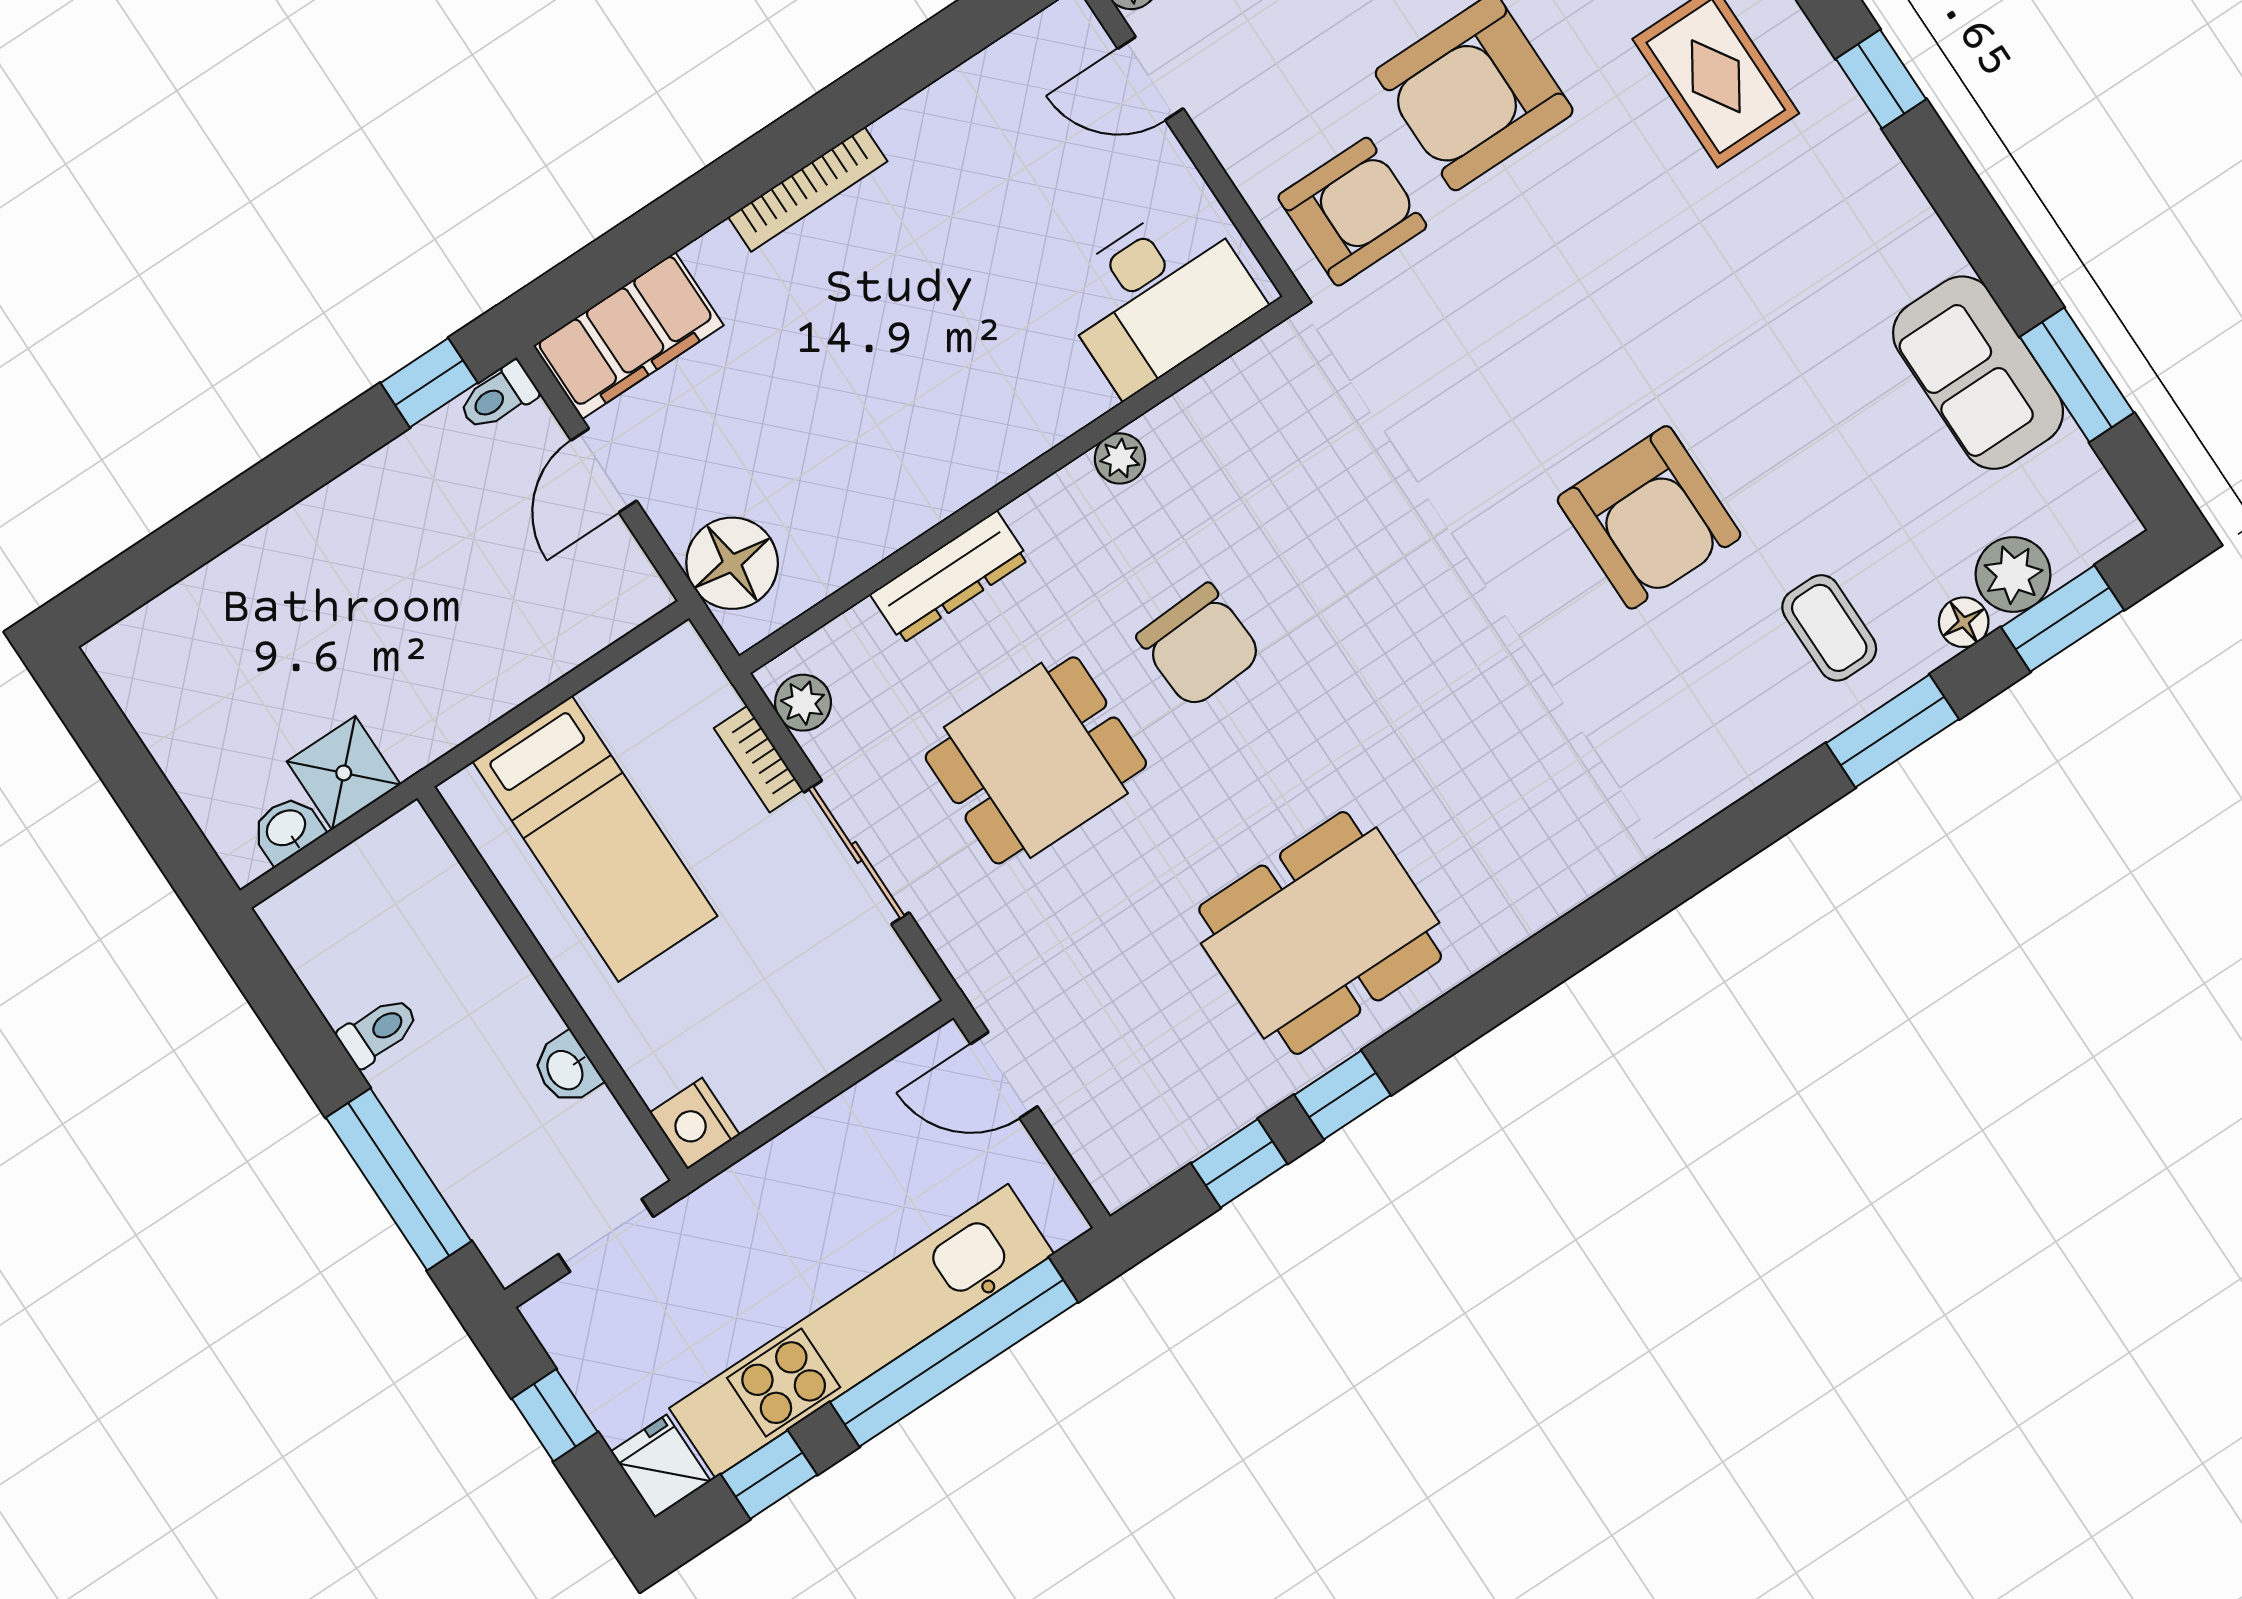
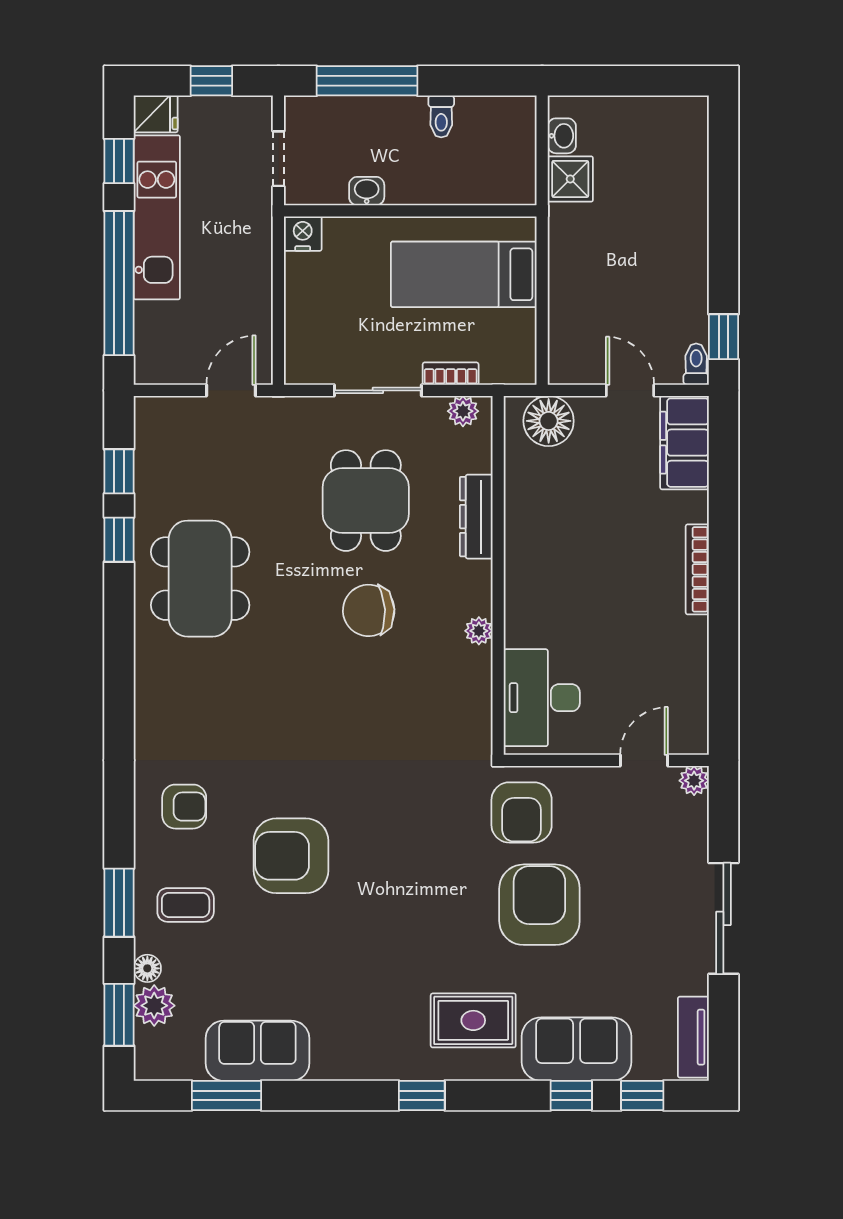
armchair: (1682, 729) -> (184, 807), added
kitchen unit: (862, 1331) -> (157, 217), width x0.73

